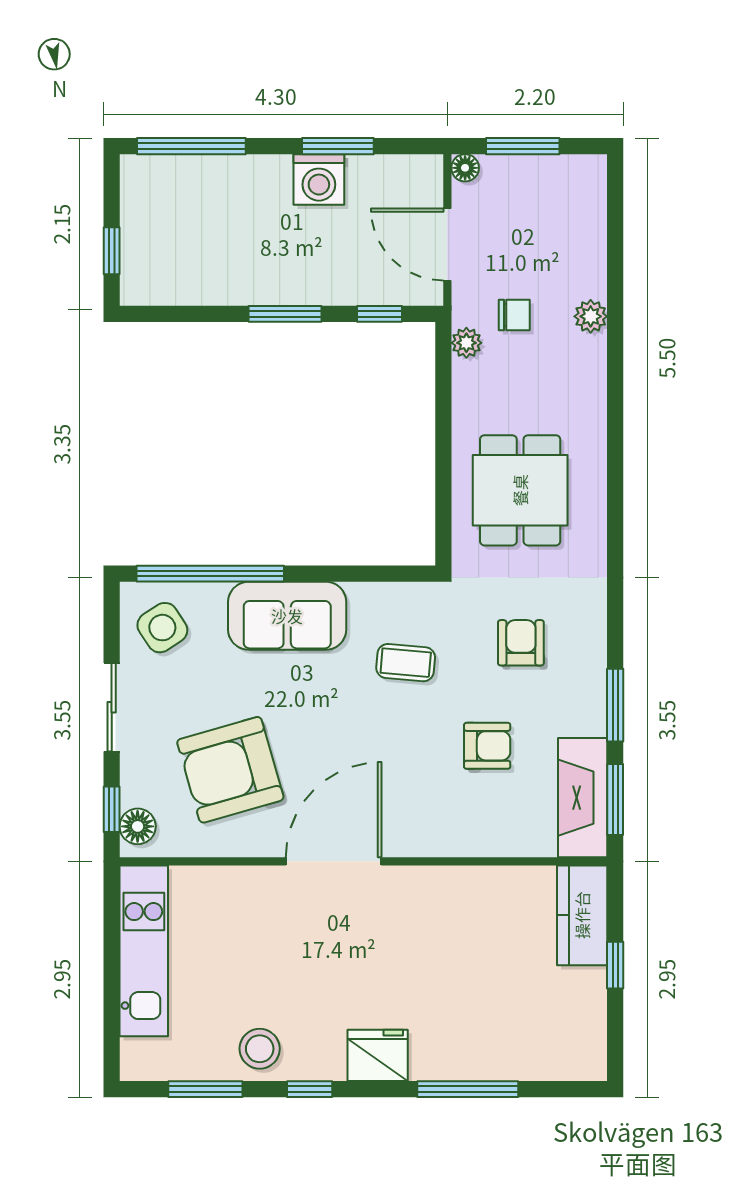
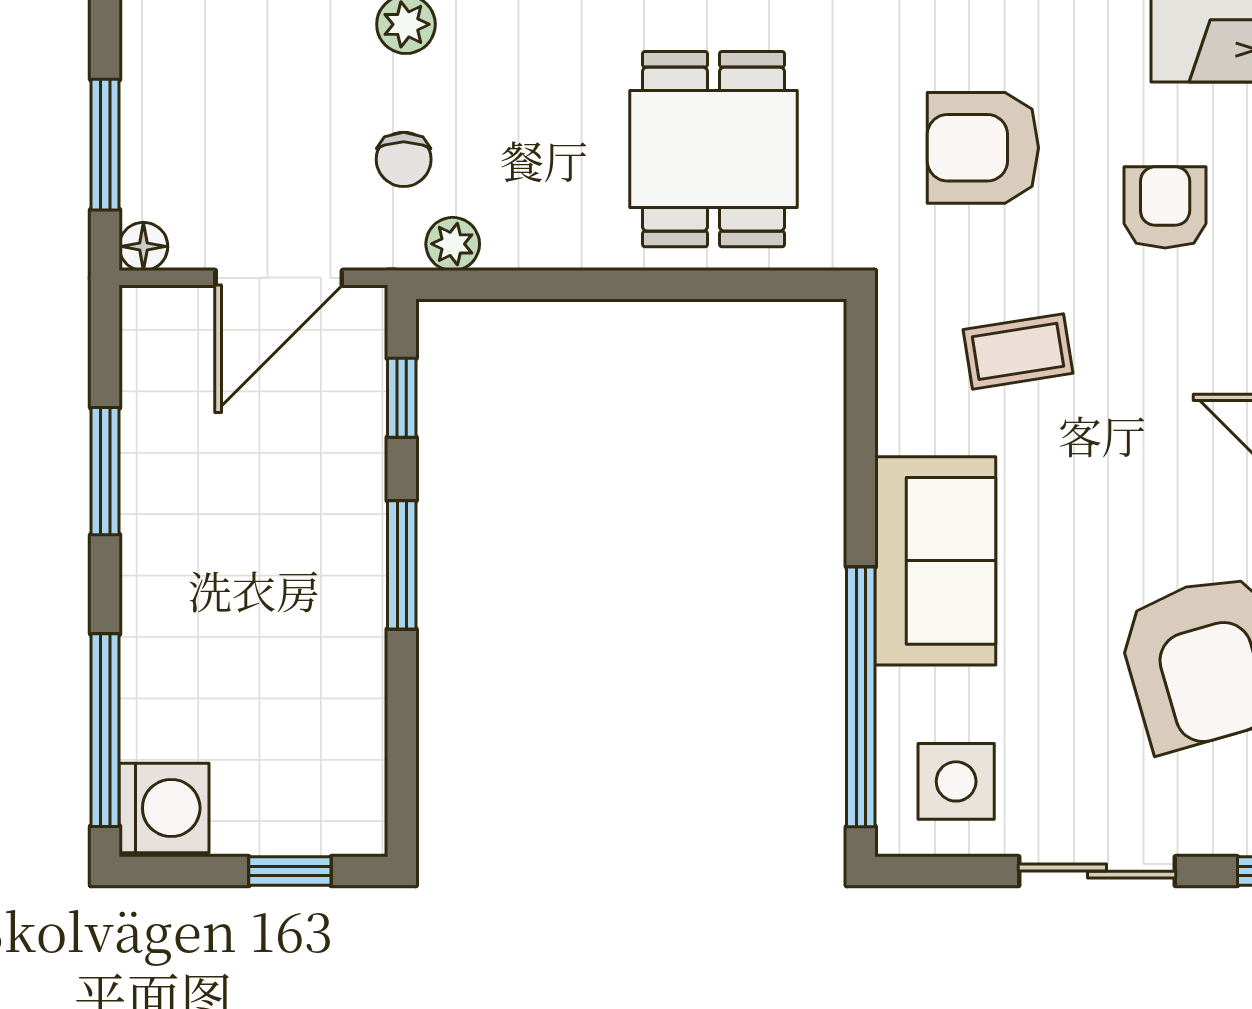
washing machine: (319, 179) -> (164, 808), moved
chair: (514, 315) -> (404, 159), turned 180
dining table: (520, 490) -> (713, 149), turned 90
side table: (162, 628) -> (956, 781), turned 33
armchair: (521, 643) -> (983, 148), width x1.38, depth x1.38
coffee table: (406, 663) -> (1018, 351), turned 76

